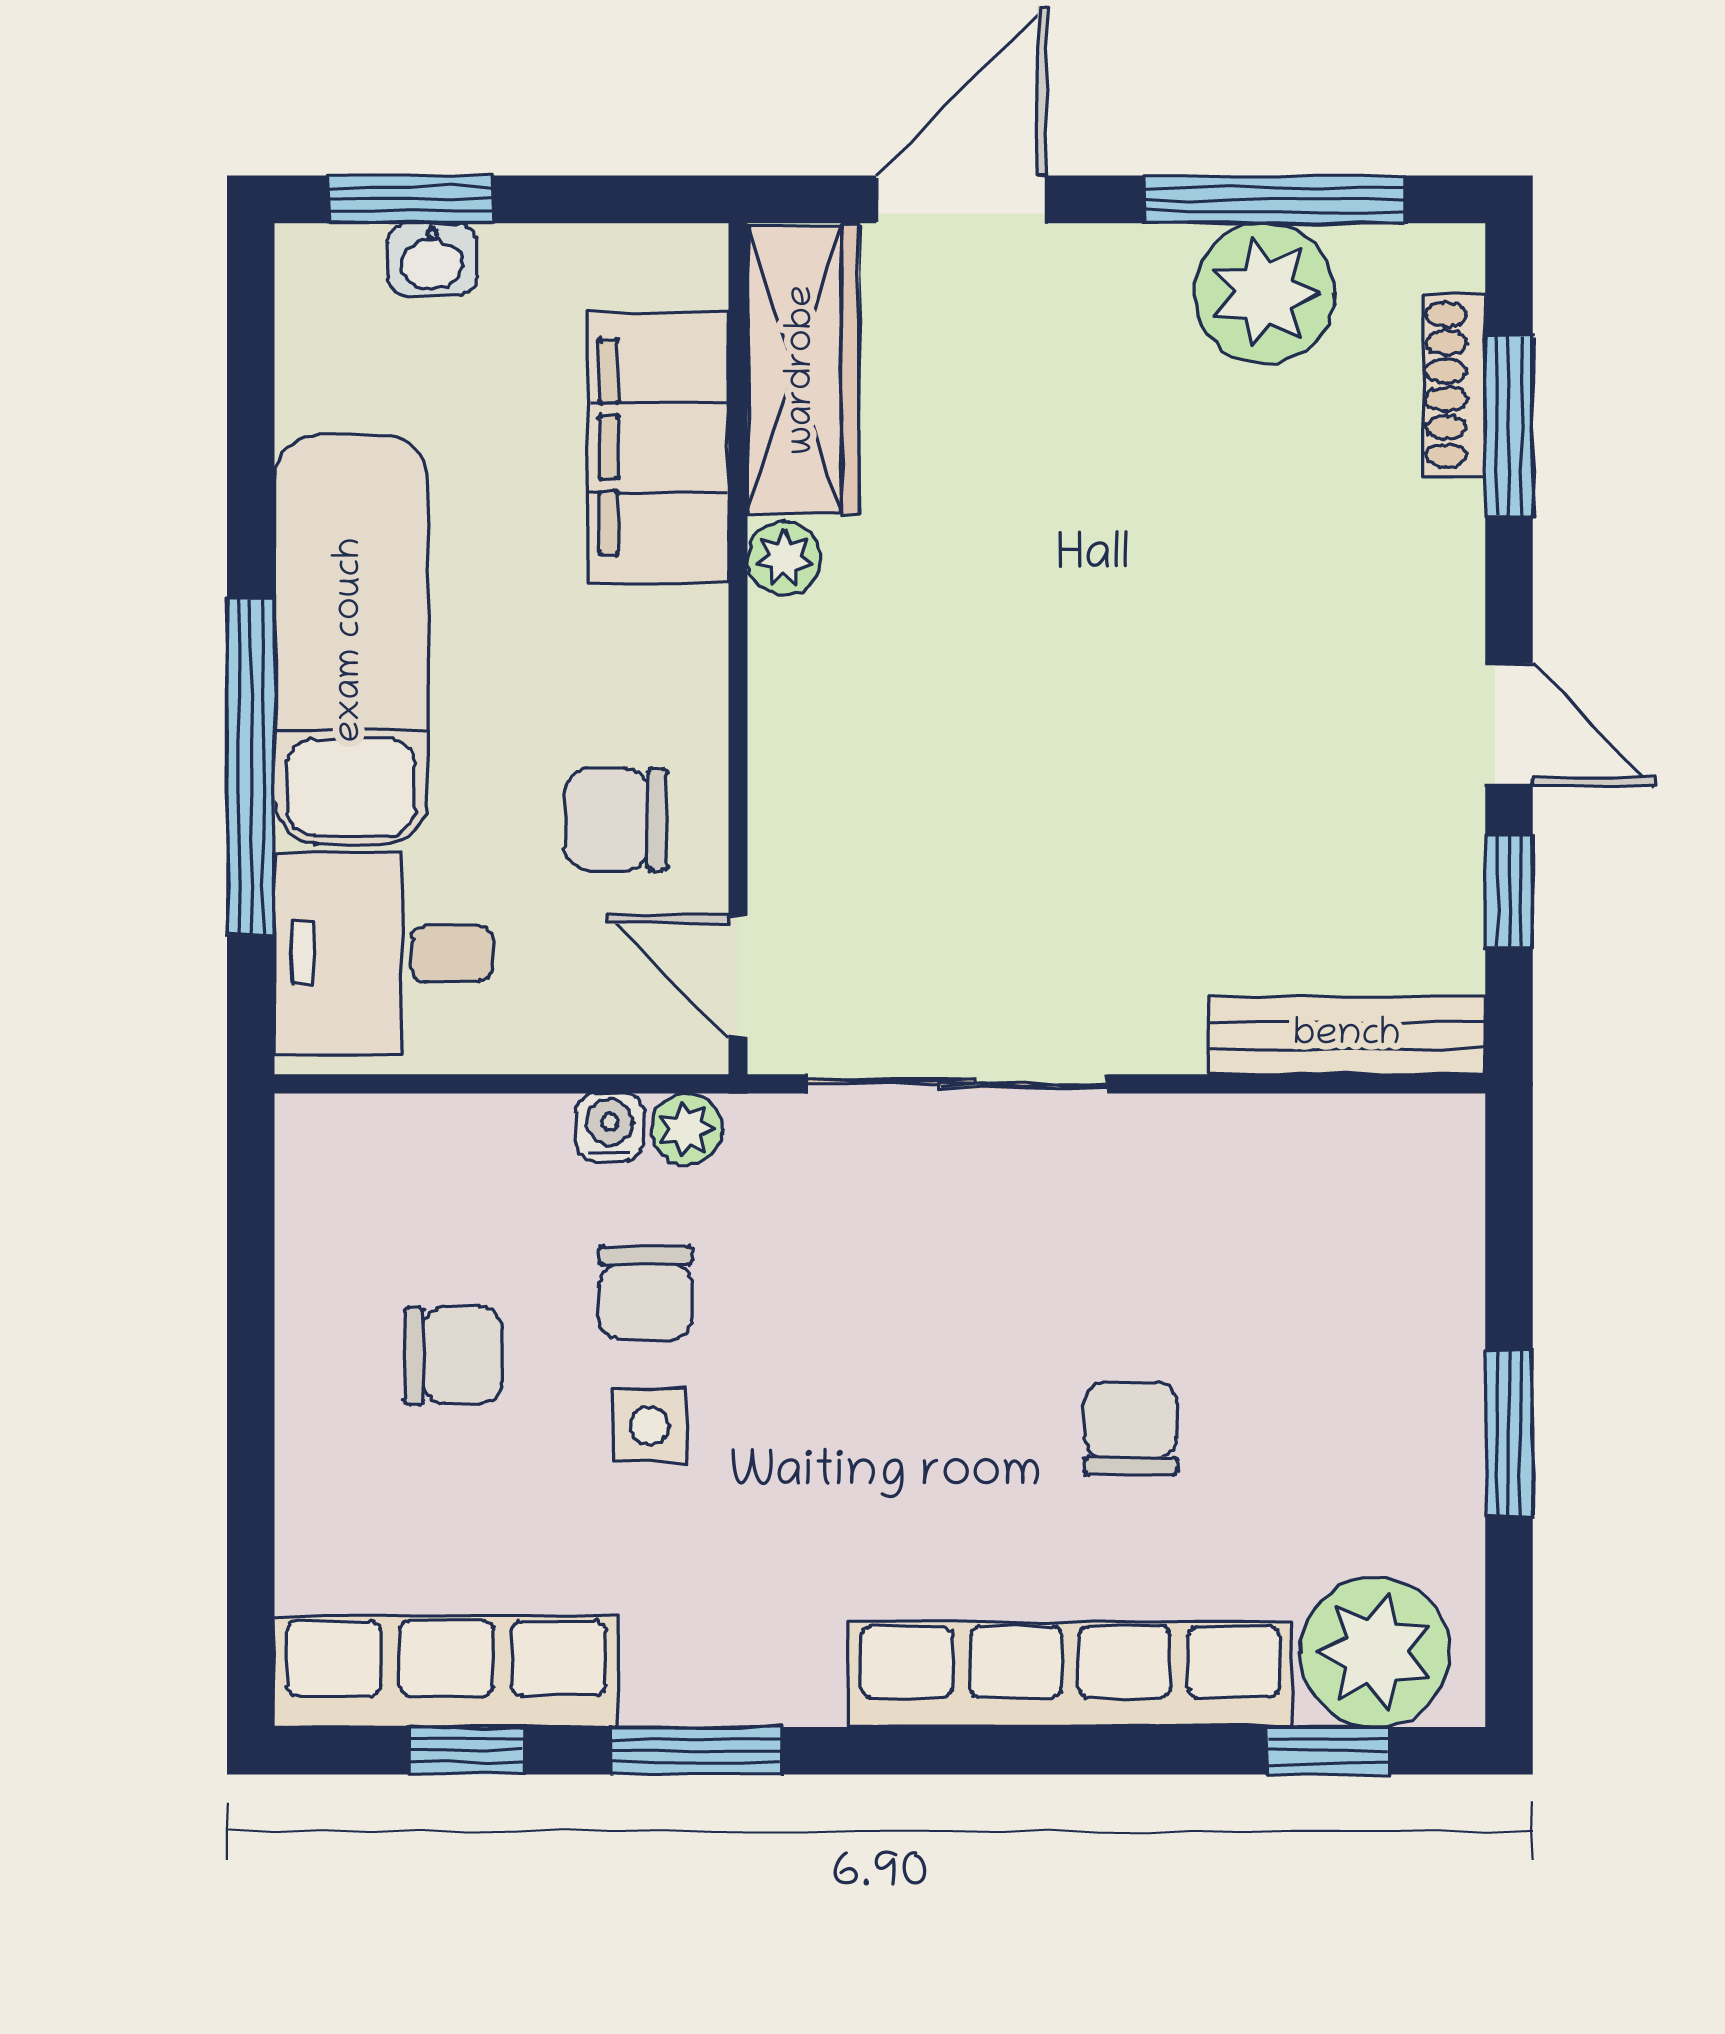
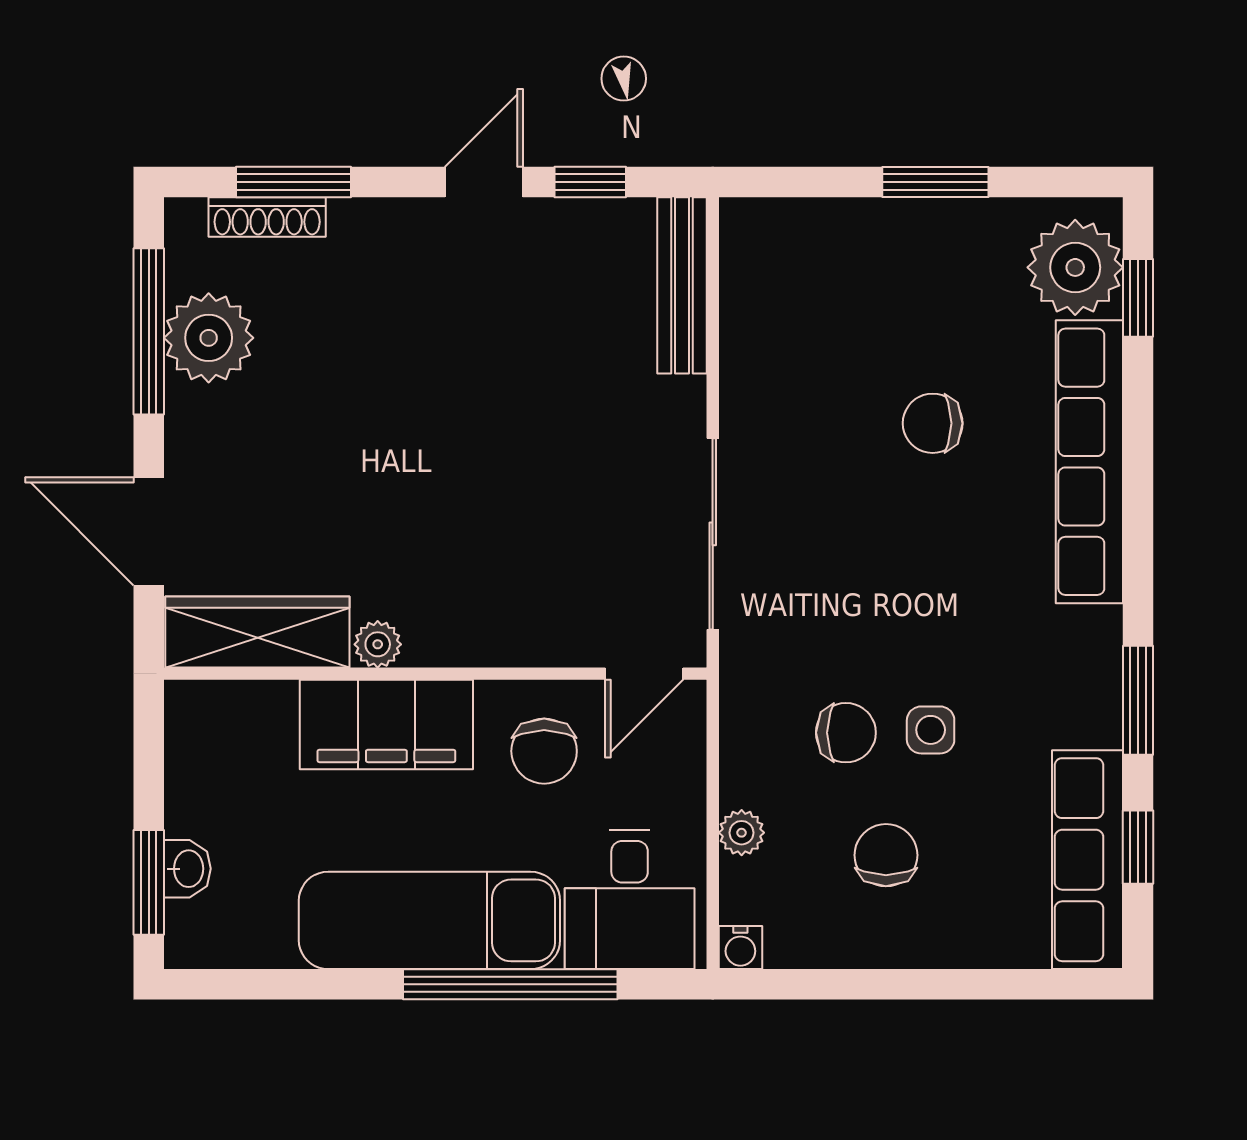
filing cabinet: (658, 447) -> (386, 725), moved
water cooler: (610, 1127) -> (740, 948), moved, turned -90
plant: (687, 1129) -> (742, 833), moved

